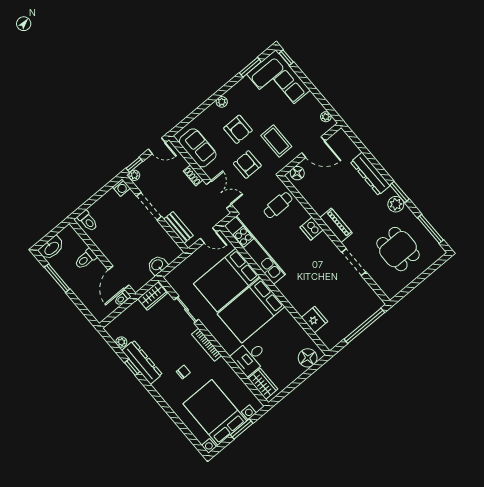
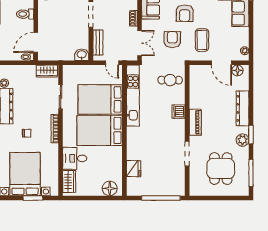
floor lamp: (297, 173) -> (237, 70), moved
washbasin: (157, 265) -> (82, 55), moved

